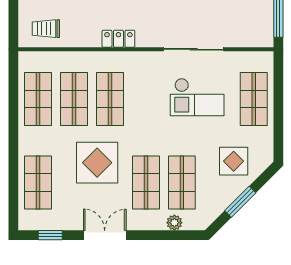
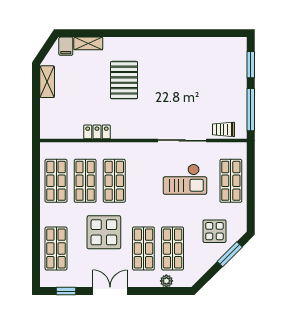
trolley: (46, 29) -> (223, 129), moved
locker: (118, 39) -> (97, 132), moved
window: (240, 202) -> (230, 254), moved

